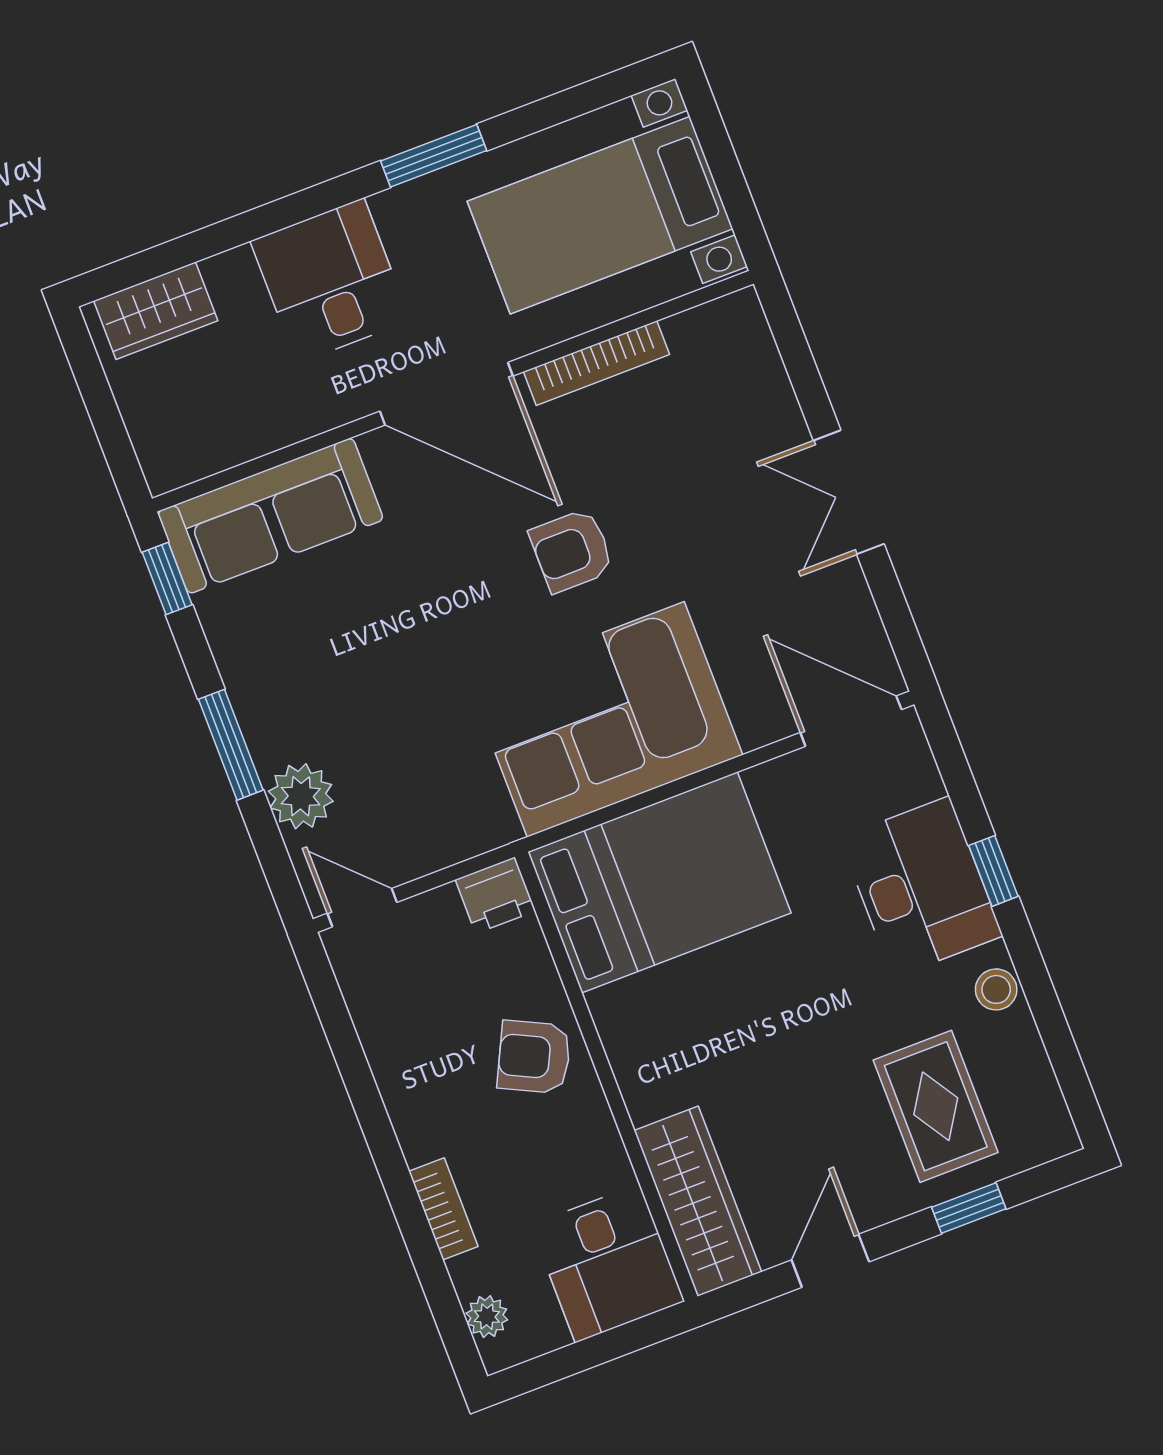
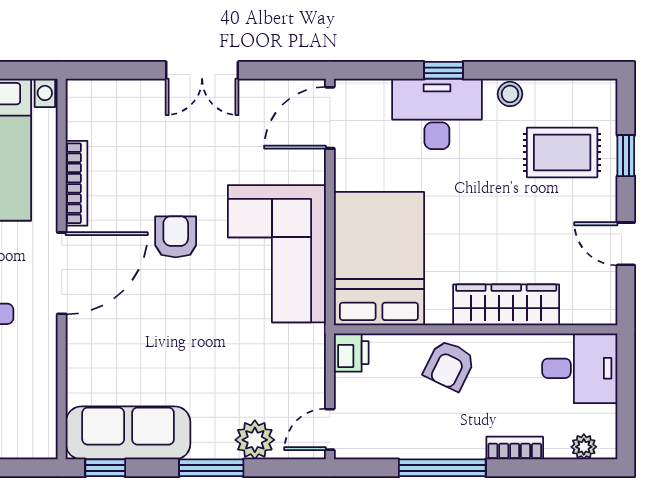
sofa: (270, 516) -> (128, 433), moved, turned -90
armchair: (572, 551) -> (176, 237), turned 180
window: (369, 1107) -> (442, 468), added
wardrobe: (698, 1201) -> (506, 305), moved

